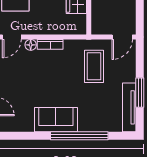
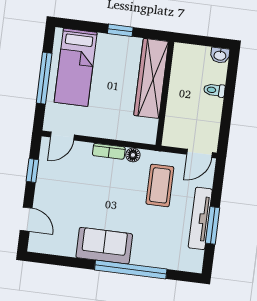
floor lamp: (31, 45) -> (133, 155), moved
tv unit: (129, 107) -> (200, 218), moved

